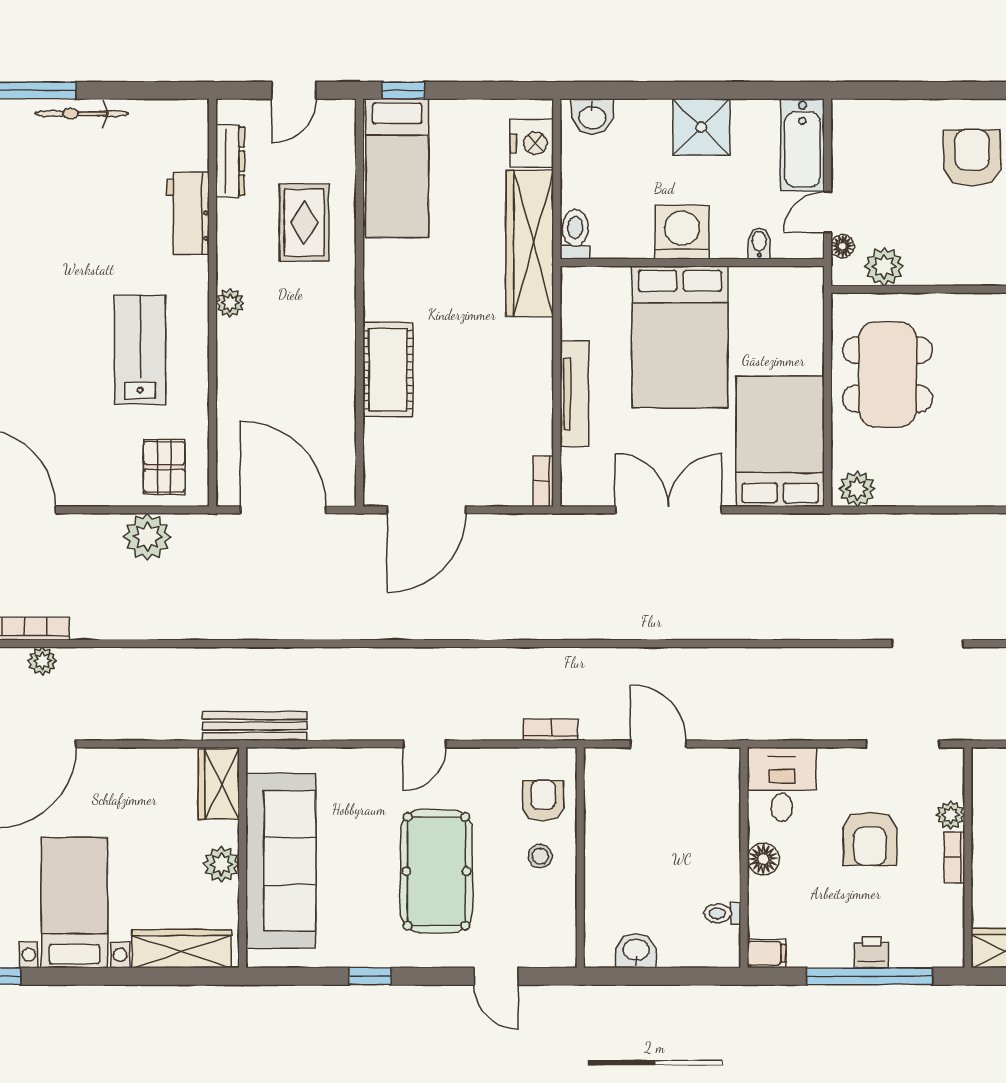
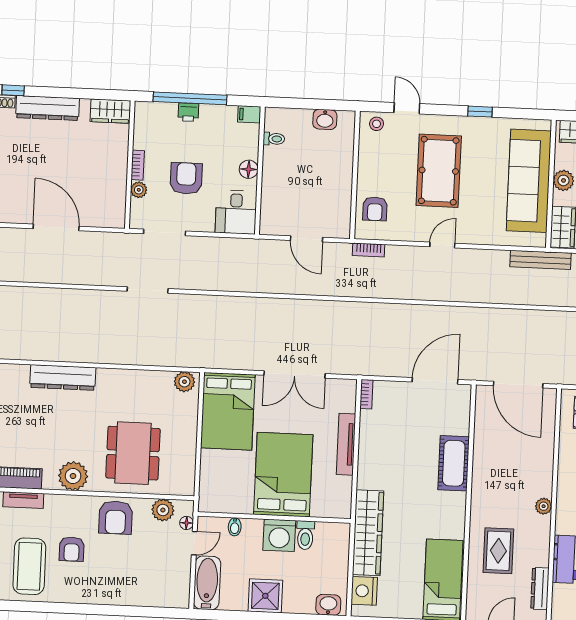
armchair: (972, 158) -> (116, 517), moved
toilet: (575, 234) -> (305, 535), moved
dining table: (888, 374) -> (133, 453), moved
stool: (540, 856) -> (377, 124), moved

